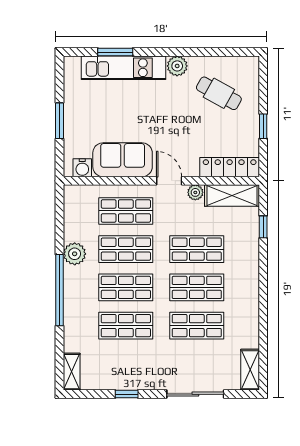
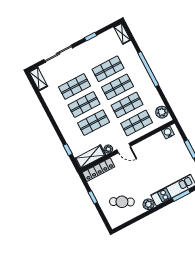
sofa: (123, 160) -> (151, 146), removed
plant: (75, 254) -> (162, 112), moved

